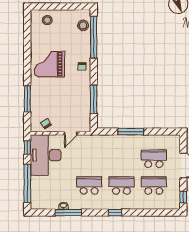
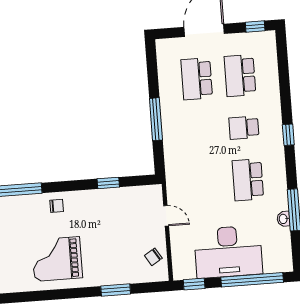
grand piano: (49, 64) -> (57, 259), turned 90
window: (27, 99) -> (116, 290), width x0.69
window: (94, 99) -> (108, 183), width x0.46
desk: (46, 155) -> (228, 252), moved
school desk: (122, 186) -> (244, 128), width x0.54

